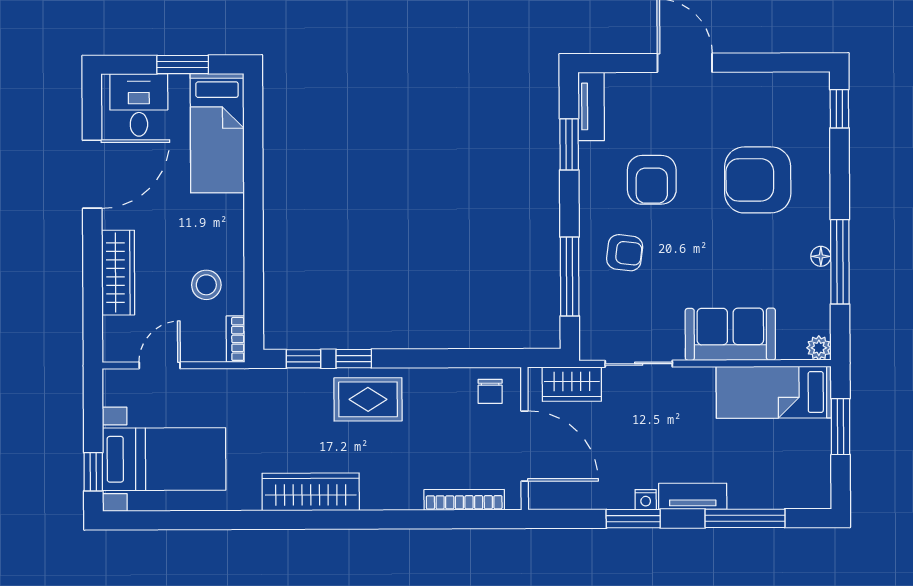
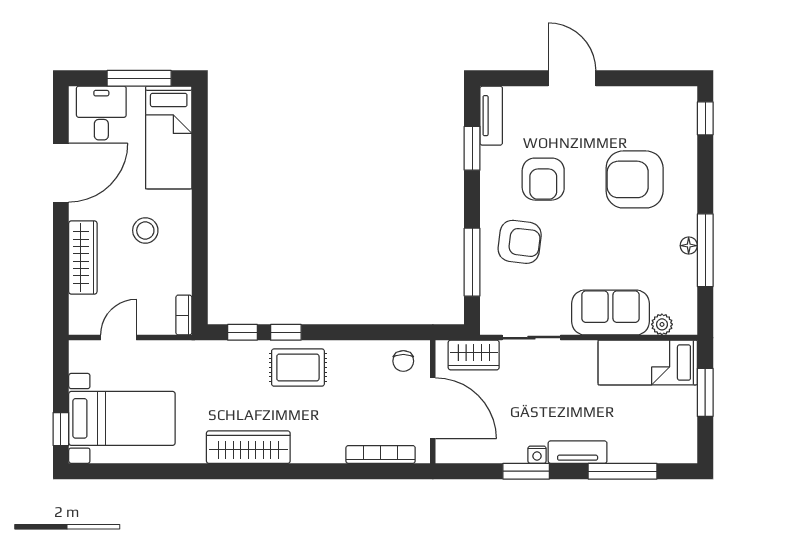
window: (183, 65) -> (139, 78), width x1.44
armchair: (625, 253) -> (520, 242), width x1.38, depth x1.38
stool: (206, 285) -> (145, 230), moved
plant: (819, 348) -> (662, 324), moved

